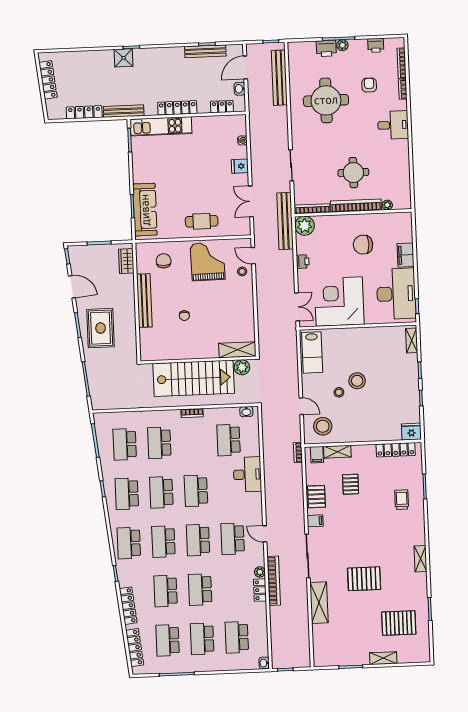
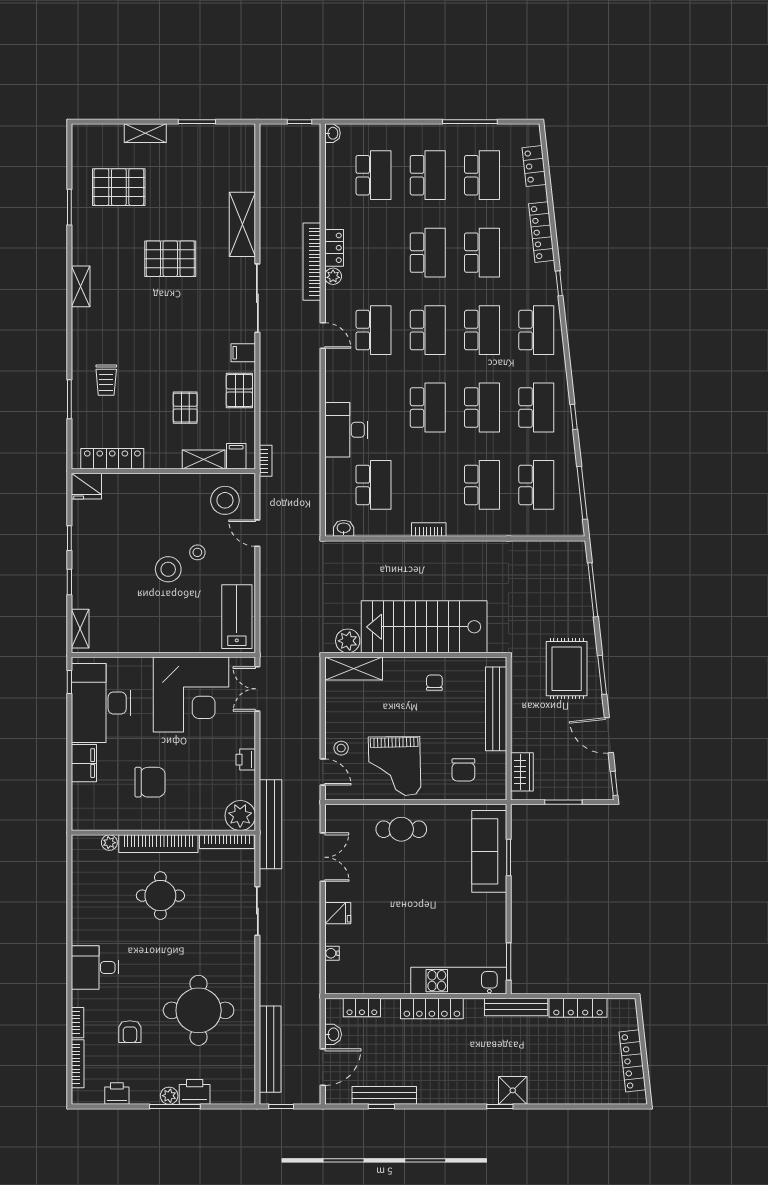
shelving: (237, 350) -> (354, 669), moved
wall: (198, 360) -> (416, 655), moved
plant: (242, 367) -> (348, 641), moved
stairs: (194, 378) -> (424, 627), moved
locker: (135, 648) -> (534, 166), width x0.66

